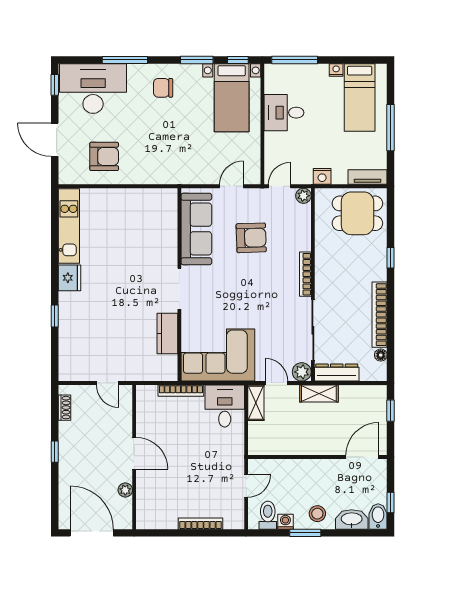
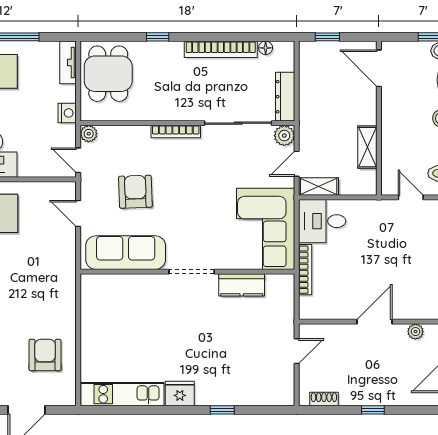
shelving: (319, 393) -> (367, 147), moved

